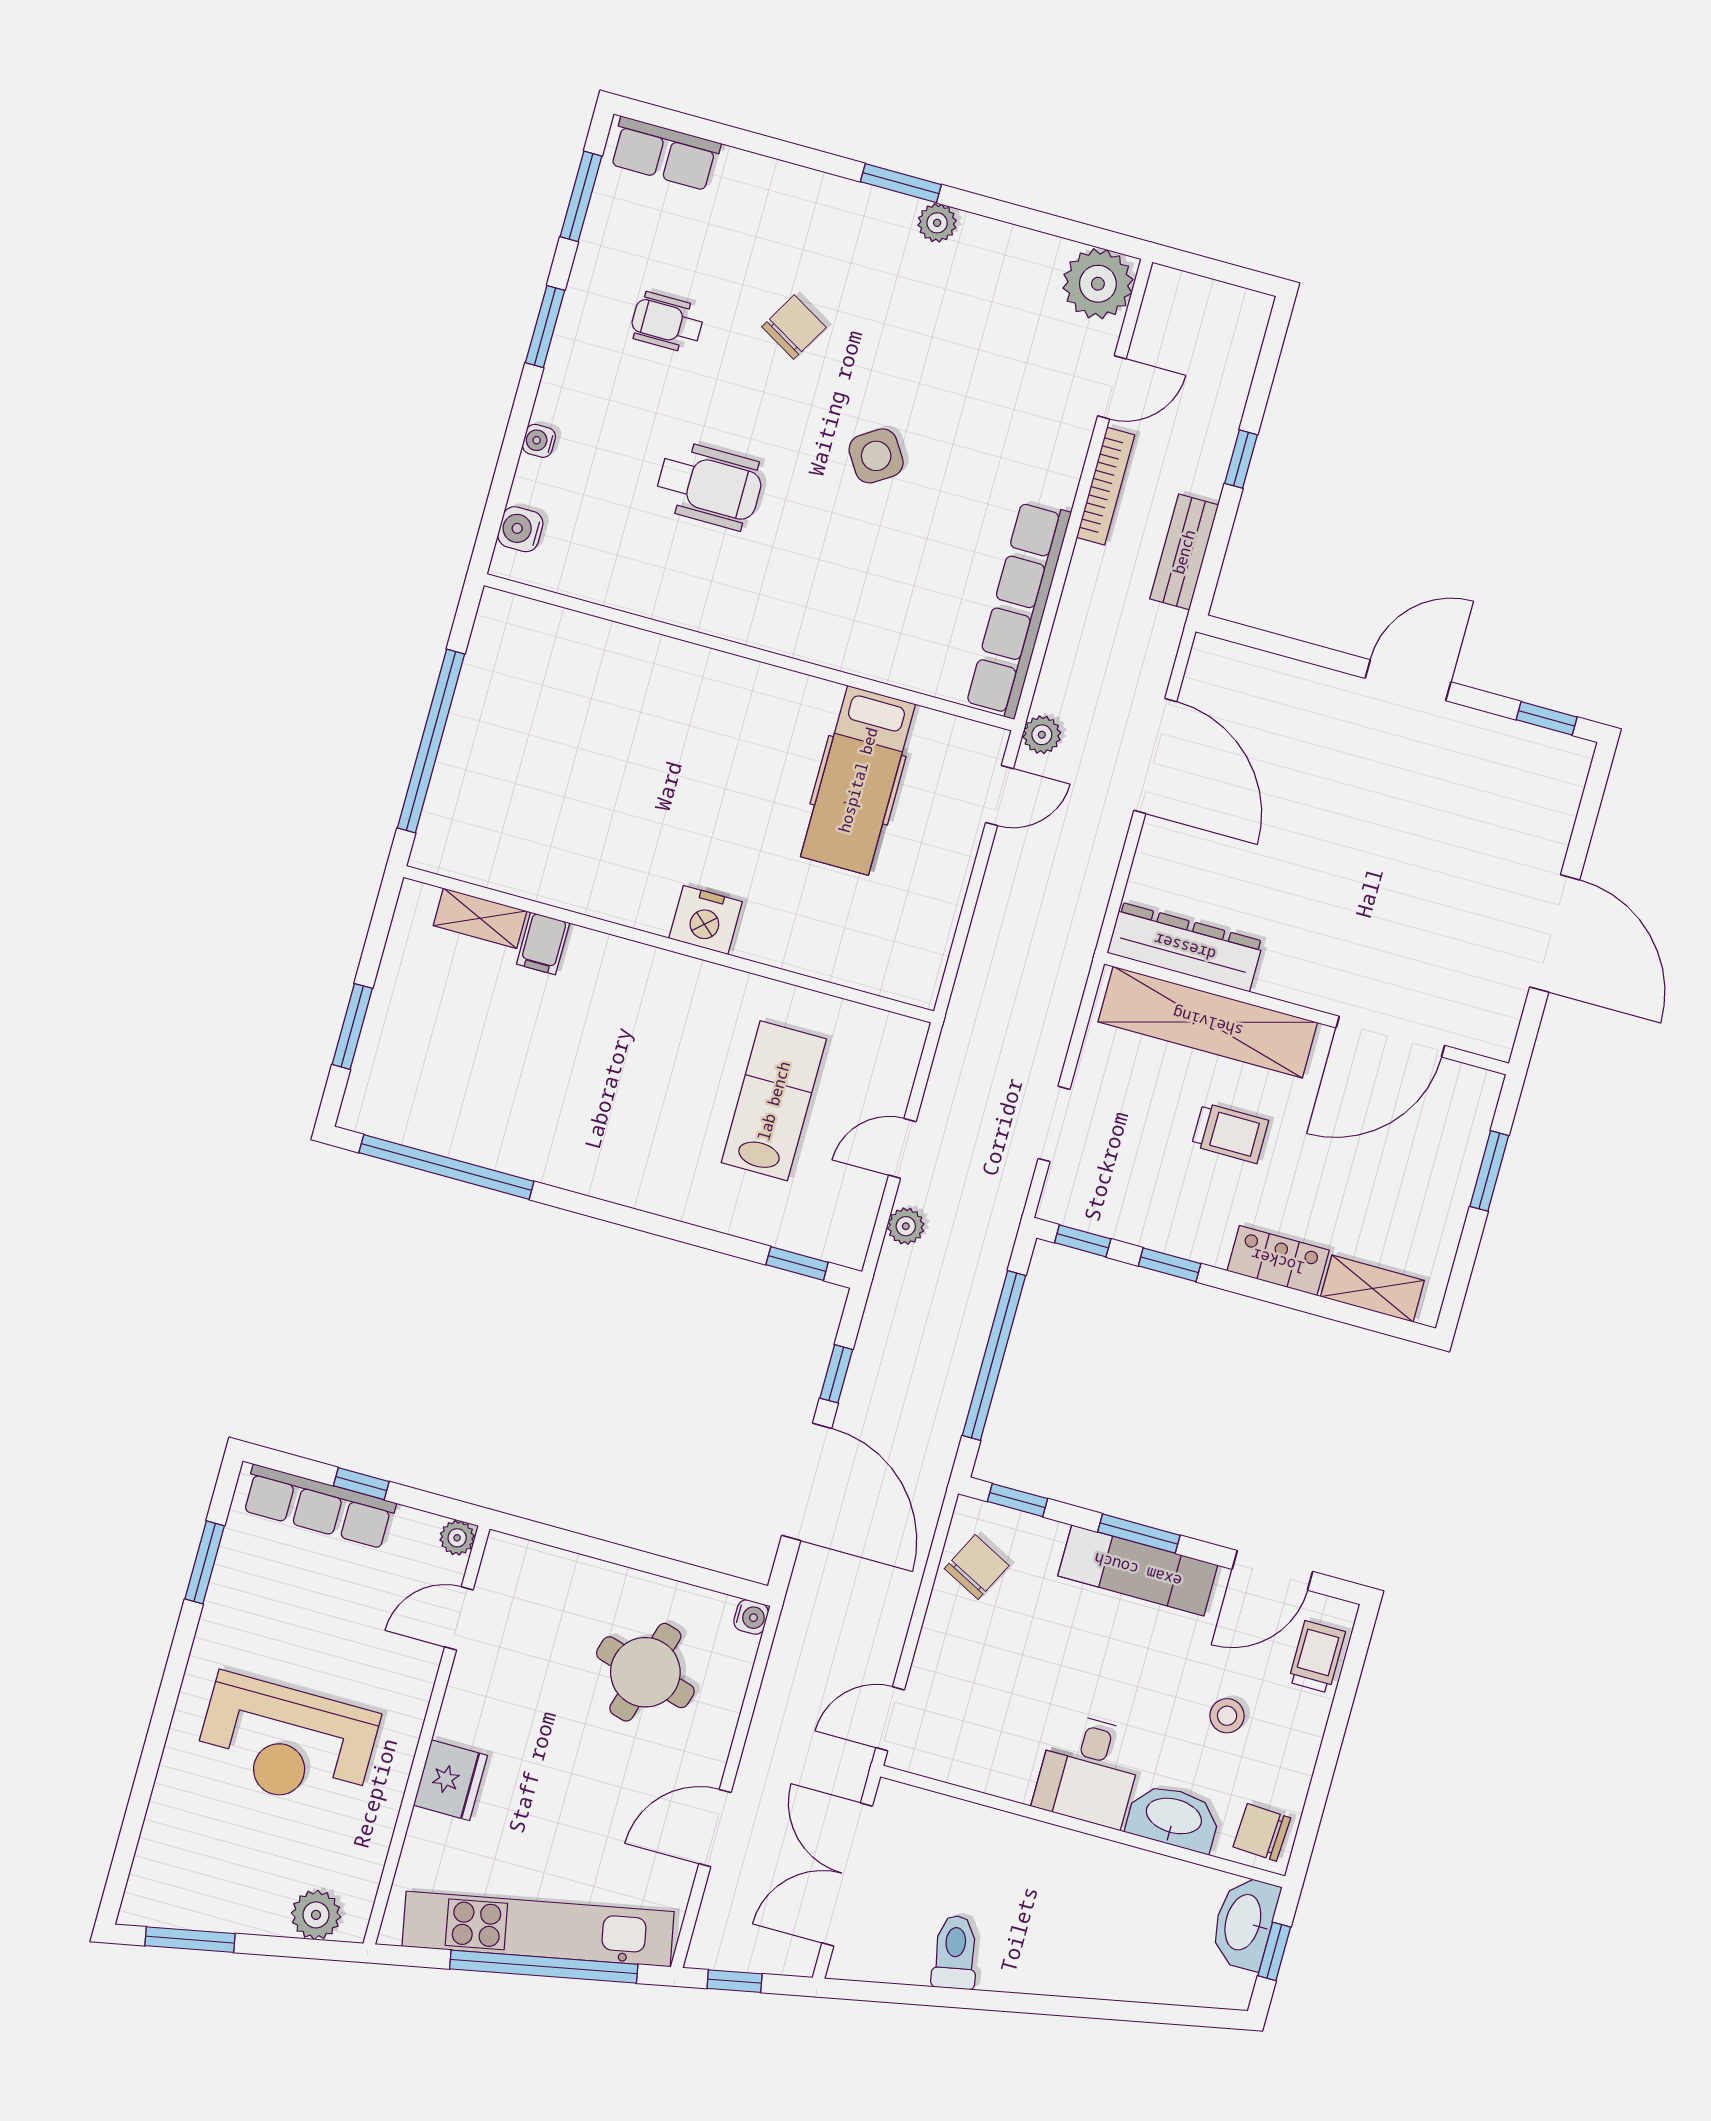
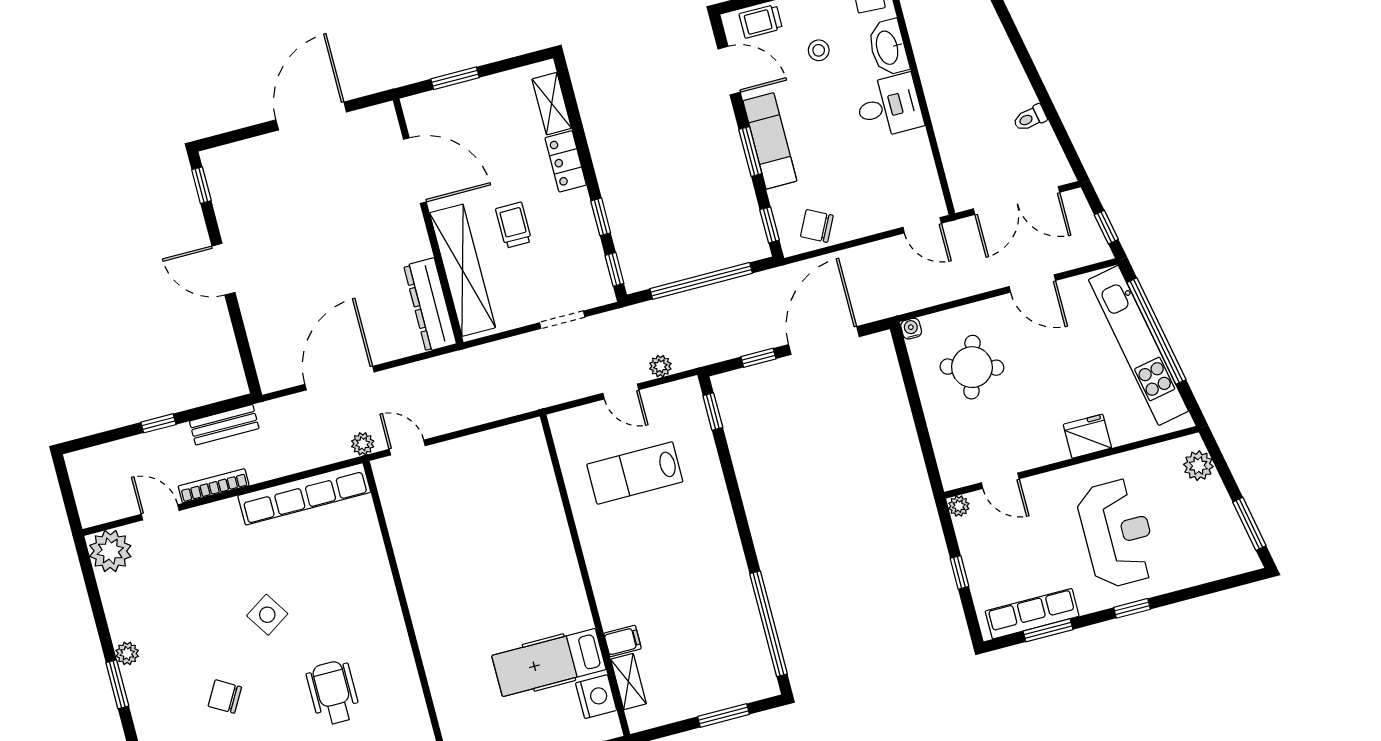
hospital bed: (858, 780) -> (549, 662), moved, turned 180
nightstand: (706, 920) -> (596, 697), moved
row of seats: (319, 1507) -> (1032, 614), moved, turned -90
window: (166, 1701) -> (1132, 608), added
toilet: (955, 1952) -> (1030, 118), width x0.73, depth x0.72

